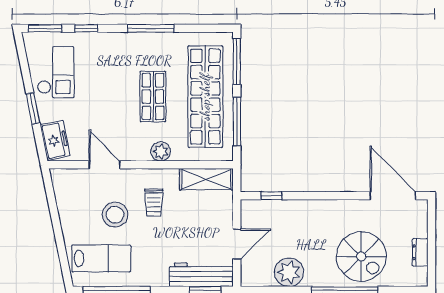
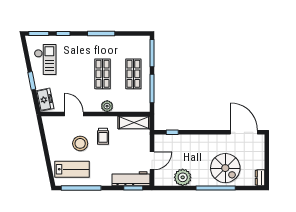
shop shelf: (205, 97) -> (133, 74), width x0.50, depth x0.74
dresser: (420, 252) -> (260, 178), moved

